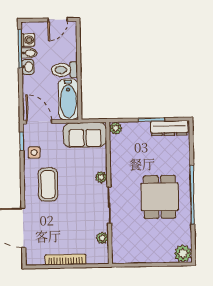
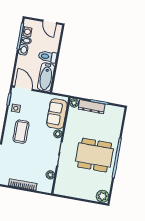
door: (58, 20) -> (50, 22), hinge flipped
dresser: (169, 128) -> (92, 107), moved
sofa: (85, 135) -> (57, 114), moved, turned 90
dining table: (160, 197) -> (94, 155), width x1.38

